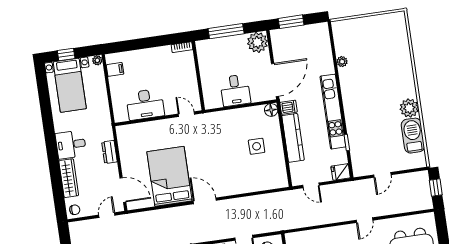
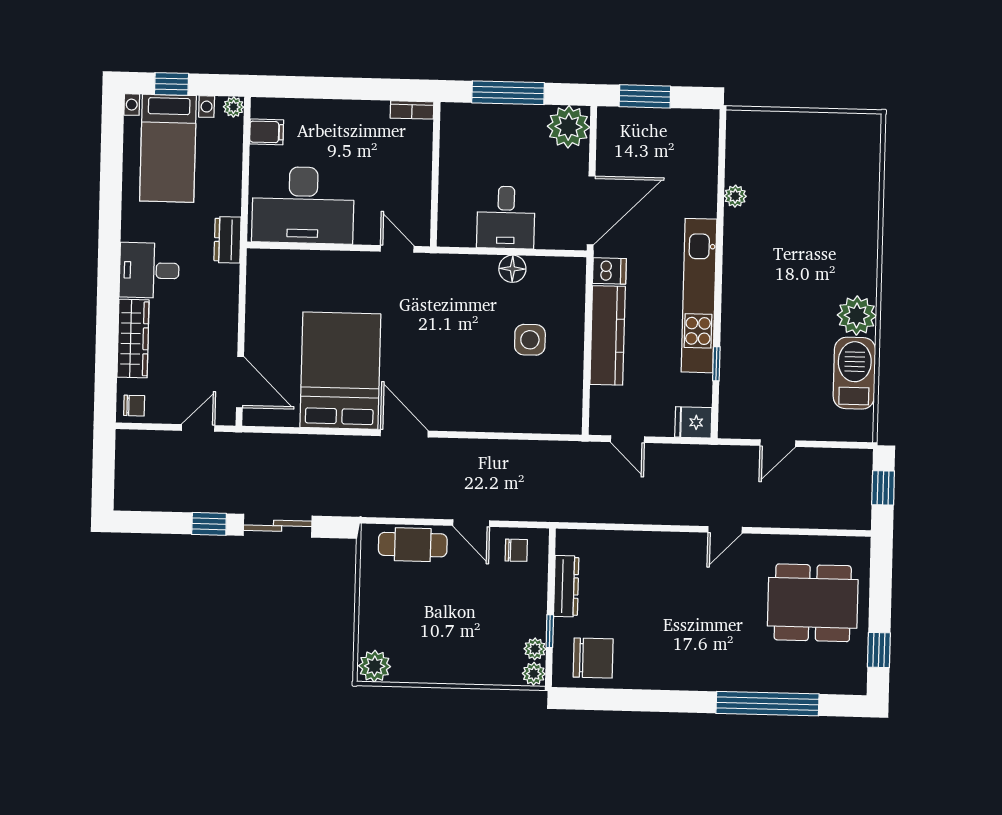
desk: (145, 104) -> (303, 205), width x1.36, depth x1.30
floor lamp: (271, 110) -> (512, 269), moved
dresser: (109, 152) -> (227, 240), moved

